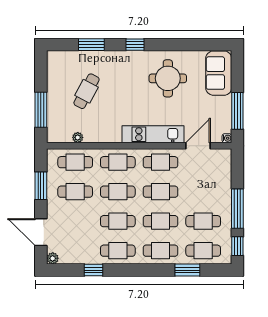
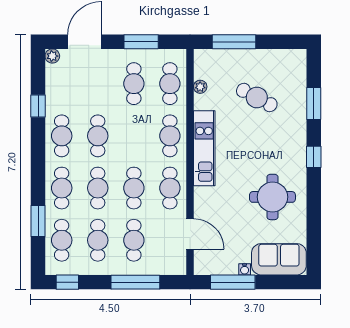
kitchen unit: (153, 134) -> (204, 148), moved
water cooler: (227, 138) -> (245, 269), moved
cafe table: (118, 192) -> (134, 240), moved
window: (237, 209) -> (135, 282), moved

